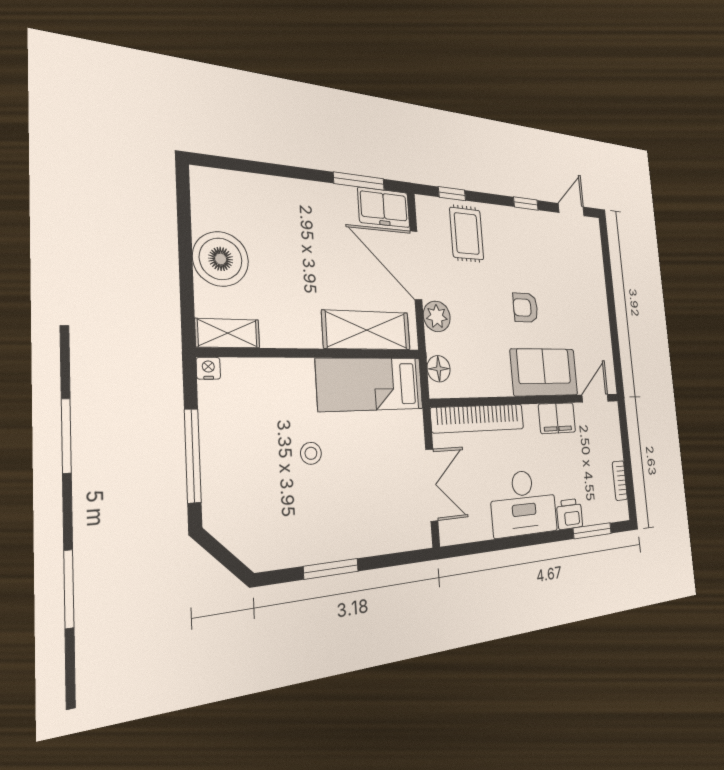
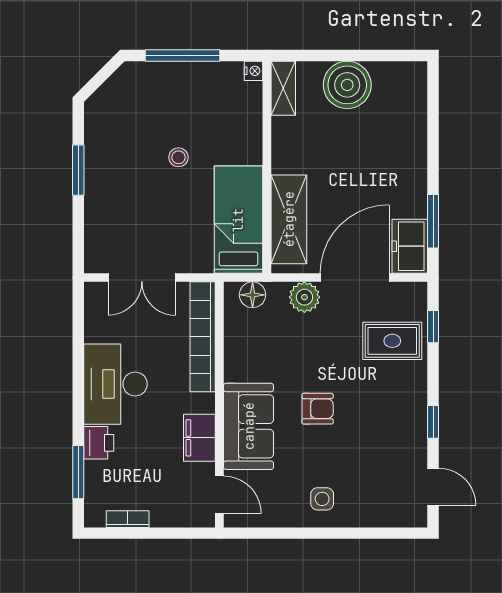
side table: (589, 307) -> (322, 499), added
armchair: (525, 308) -> (318, 409), turned 90

